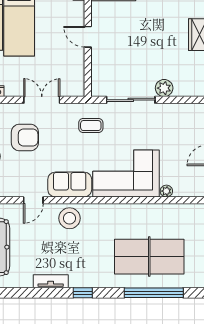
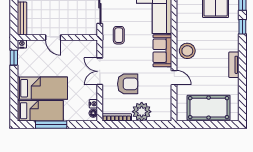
door: (88, 37) -> (53, 37), hinge flipped
armchair: (25, 138) -> (128, 84), turned 90
window: (83, 293) -> (242, 27), moved

